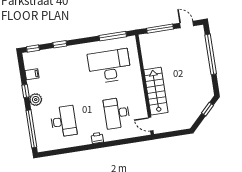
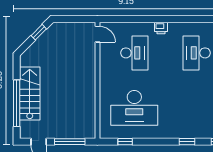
window: (113, 36) -> (125, 142), width x0.46
stairs: (156, 91) -> (30, 94), moved, turned 180
window: (208, 109) -> (39, 32), moved

